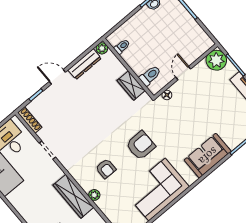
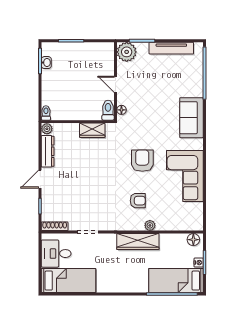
toilet: (122, 47) -> (46, 113), moved
toilet: (150, 76) -> (108, 110), moved

